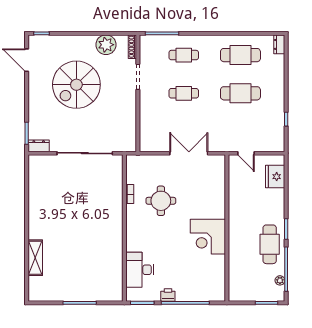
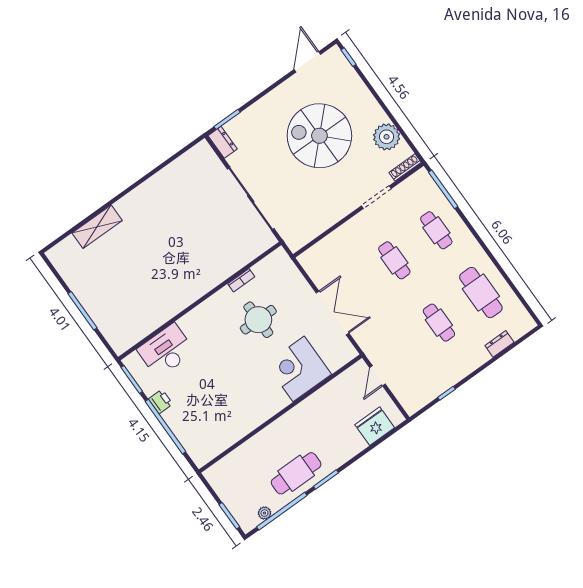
dresser: (279, 44) -> (499, 344), moved
cafe table: (240, 93) -> (439, 323), width x0.73, depth x0.74
corner desk: (208, 237) -> (299, 369), moved

